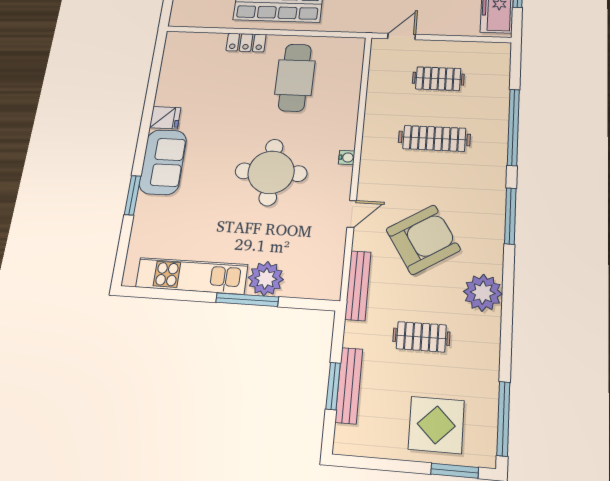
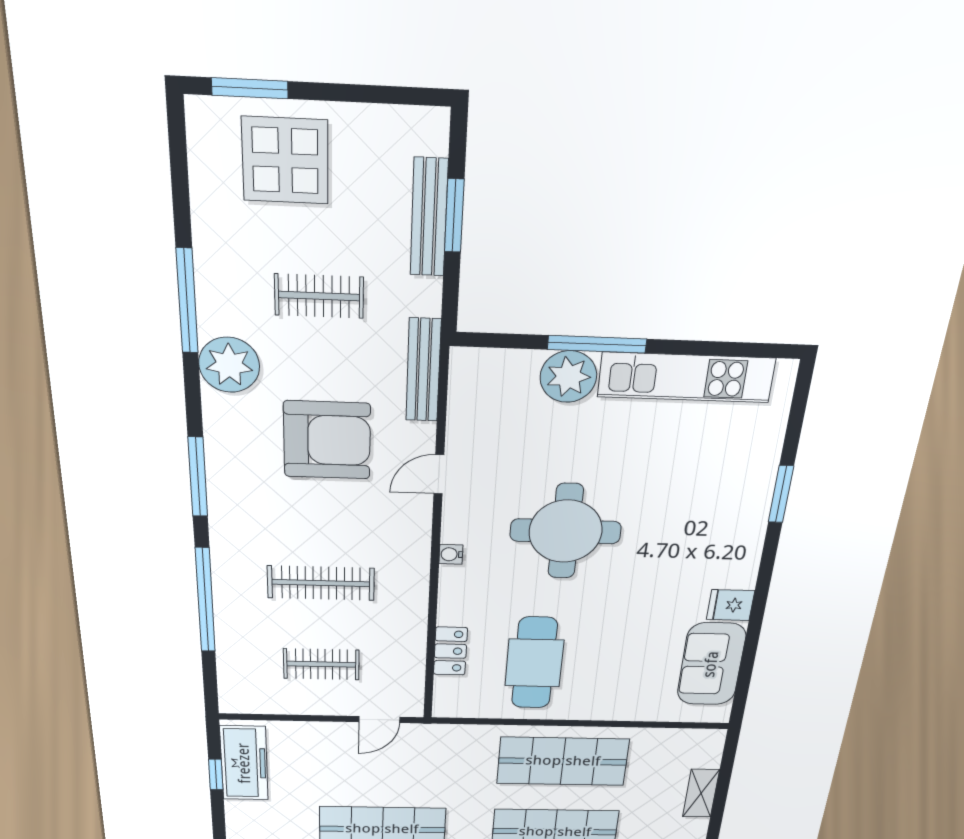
locker: (246, 43) -> (450, 651), moved, turned 90
sofa: (163, 162) -> (711, 664), moved
armchair: (423, 239) -> (327, 440), turned -148
window: (503, 418) -> (187, 301), moved

